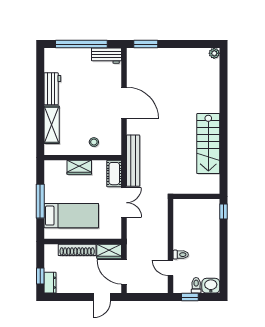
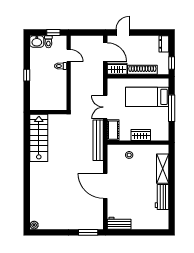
window: (81, 44) -> (139, 232), removed
stairs: (208, 144) -> (39, 138), moved
window: (223, 211) -> (27, 75), moved
window: (40, 276) -> (172, 63), moved

